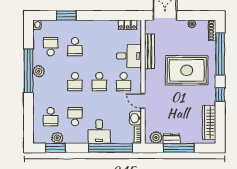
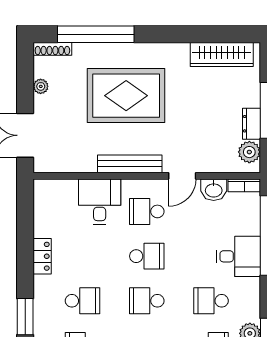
locker: (128, 25) -> (42, 256), moved
bench: (149, 51) -> (130, 164), moved
rug: (187, 70) -> (126, 96), turned 90
school desk: (75, 82) -> (147, 301), turned 180
school desk: (124, 82) -> (147, 211), turned 180
window: (220, 94) -> (170, 34), removed

